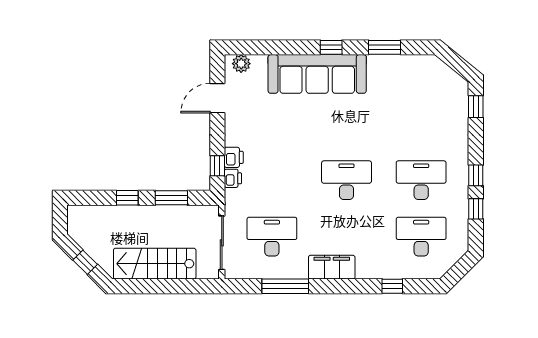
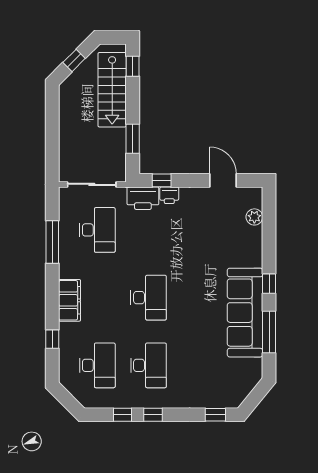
window: (384, 47) -> (269, 332), width x1.44
plant: (241, 64) -> (254, 217), moved
sofa: (317, 74) -> (245, 313), moved
printer: (233, 178) -> (143, 198), width x1.87, depth x1.48
window: (127, 198) -> (133, 66), moved
stairs: (155, 264) -> (112, 90), moved, turned 180
filing cabinet: (332, 267) -> (70, 300), moved

